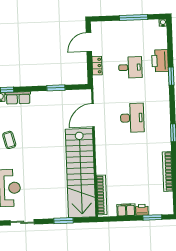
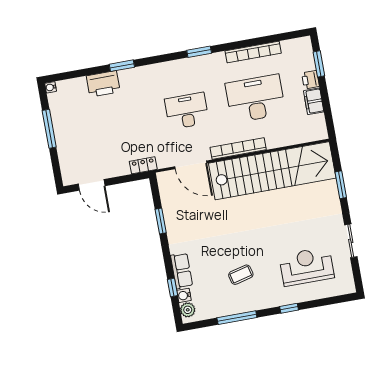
locker: (97, 66) -> (143, 165), moved
desk: (130, 67) -> (255, 99), moved, width x1.87, depth x1.30
bookcase: (102, 195) -> (238, 149), moved

